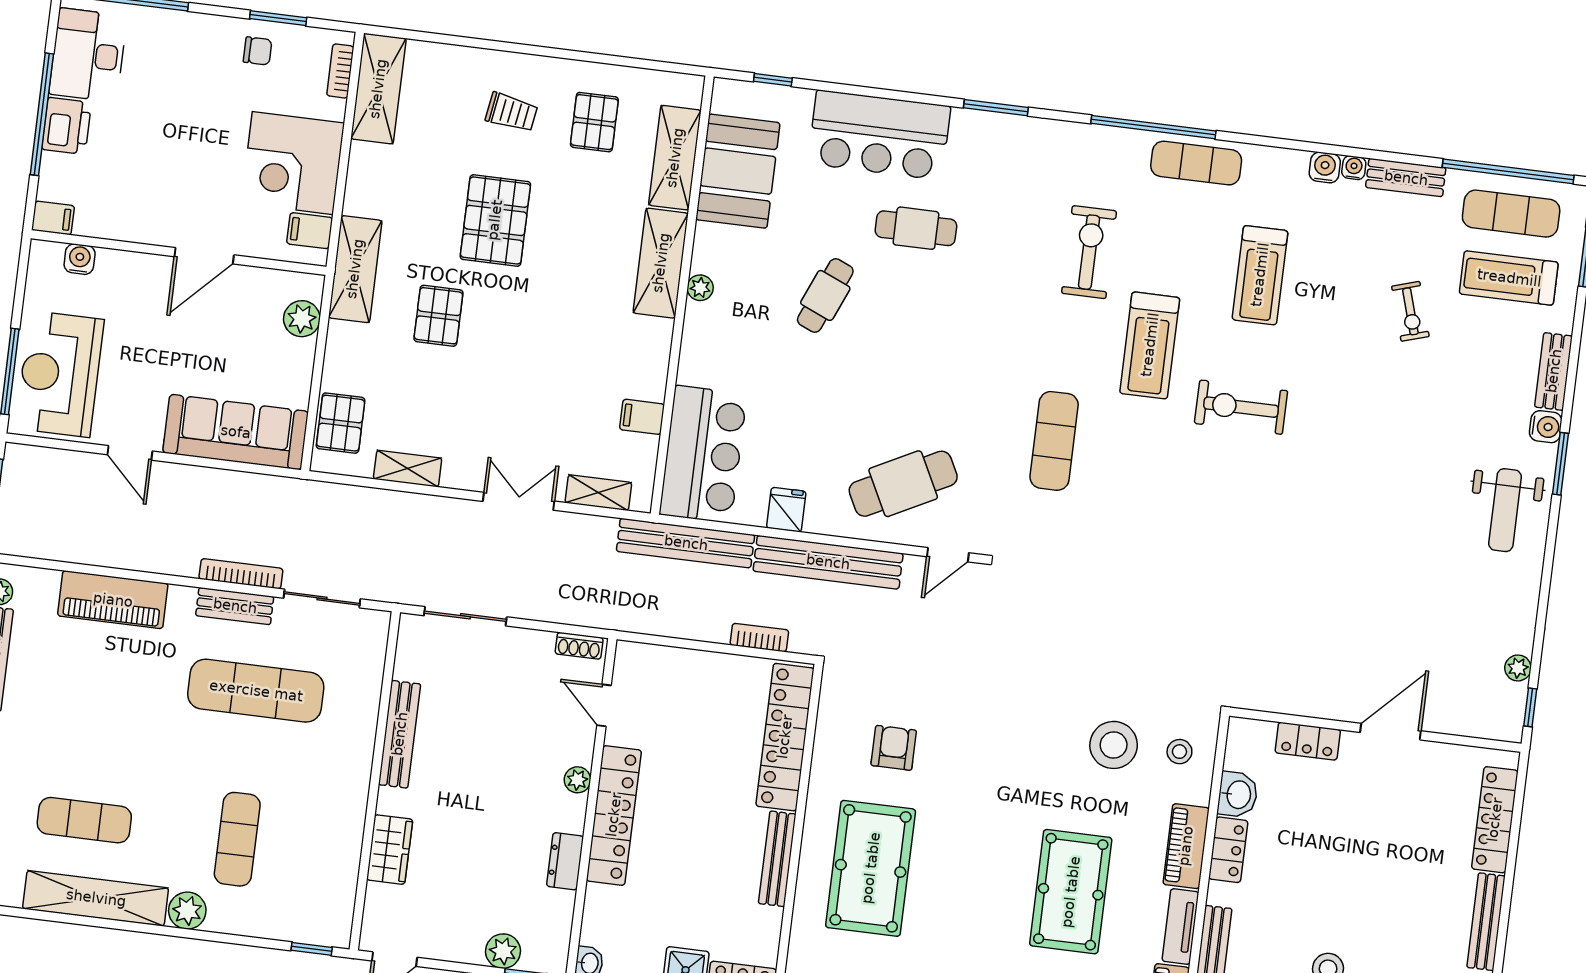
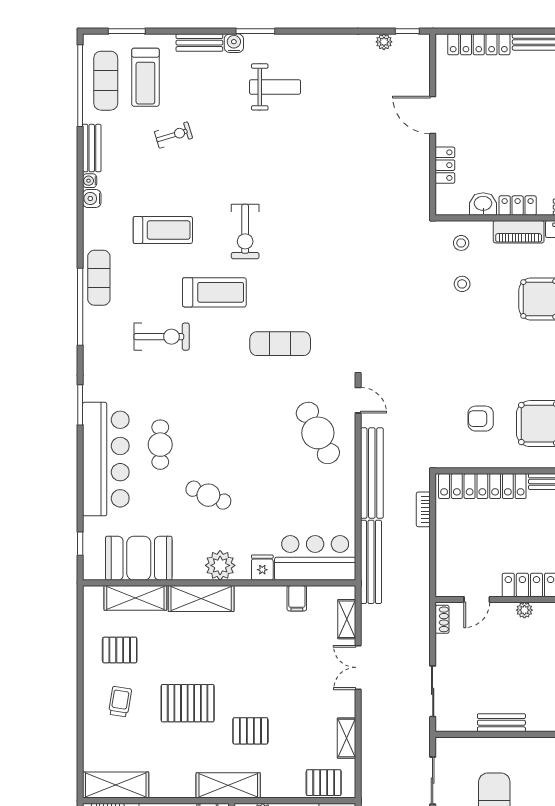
bar counter: (879, 135) -> (106, 459), width x1.36
exercise bike: (1089, 252) -> (162, 337), turned 180
plant: (700, 288) -> (220, 565), width x1.88, depth x1.88
fridge: (786, 510) -> (262, 568), moved, turned 90
weight bench: (1505, 510) -> (275, 87), moved
bench: (400, 734) -> (501, 723), width x0.73
stool: (1114, 745) -> (462, 284), width x0.53, depth x0.53

